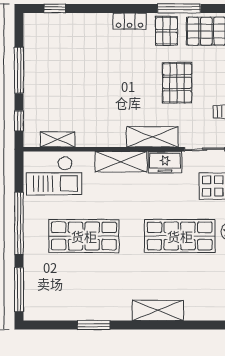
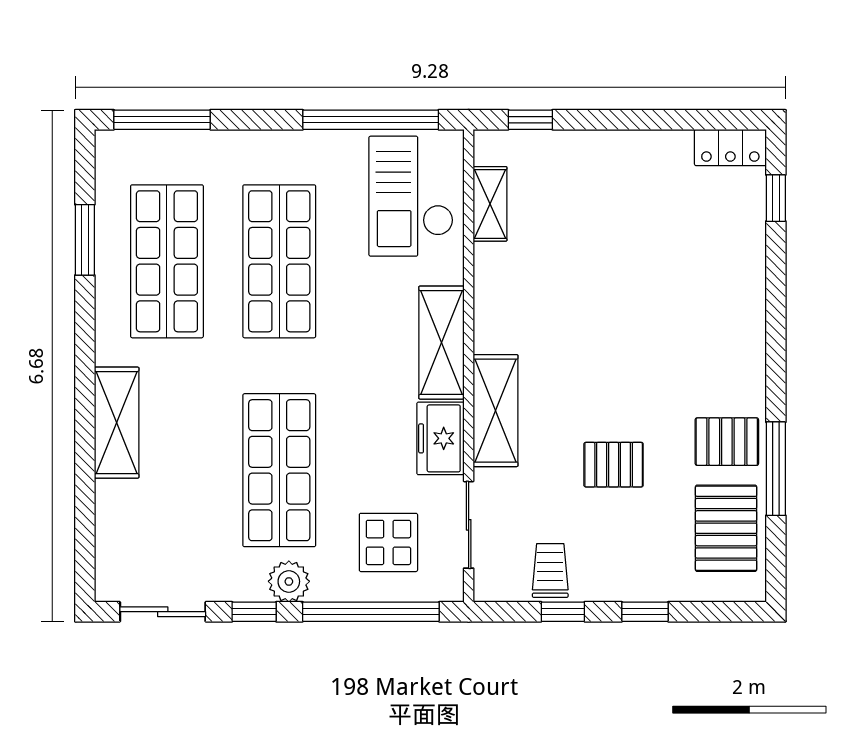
locker: (130, 21) -> (730, 147), moved, turned -90
window: (19, 70) -> (641, 120), removed
pallet: (177, 83) -> (614, 465), width x0.67, depth x0.71
window: (19, 223) -> (371, 120), moved
shop shelf: (84, 287) -> (167, 261), added
window: (94, 325) -> (85, 240), moved

